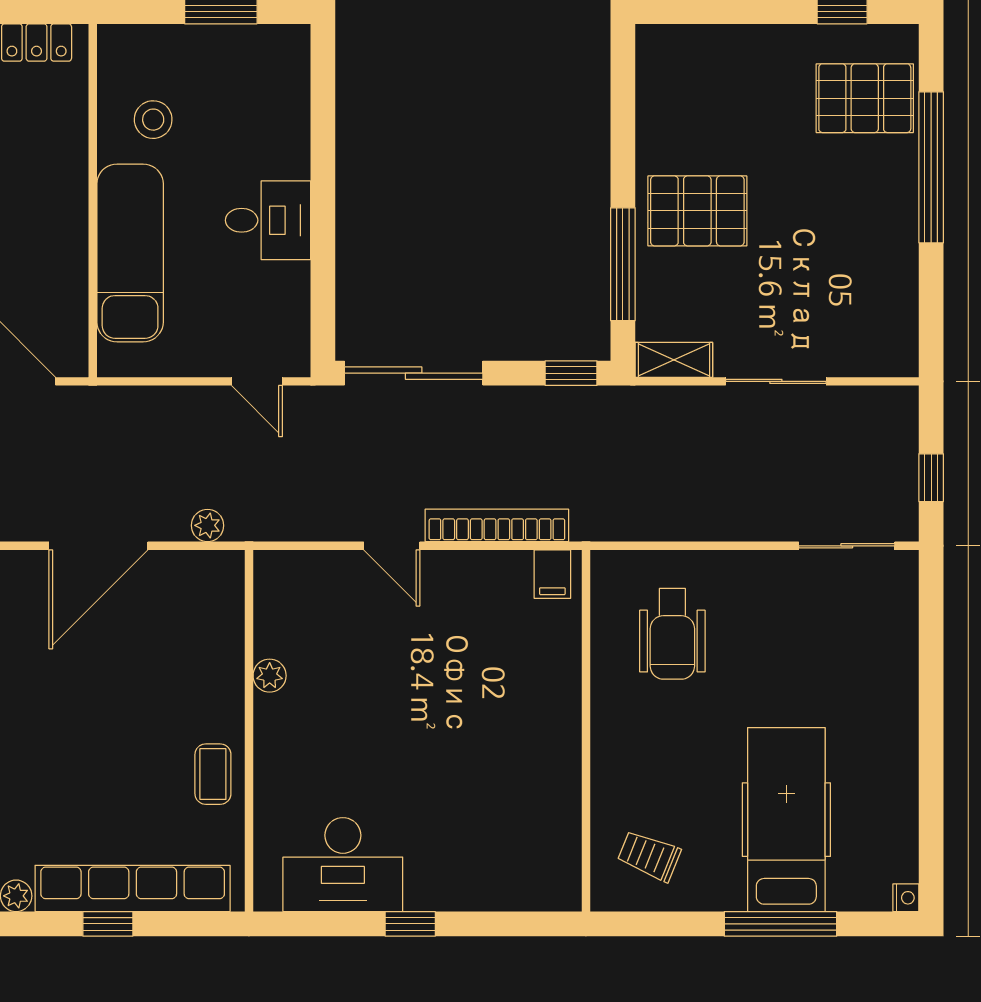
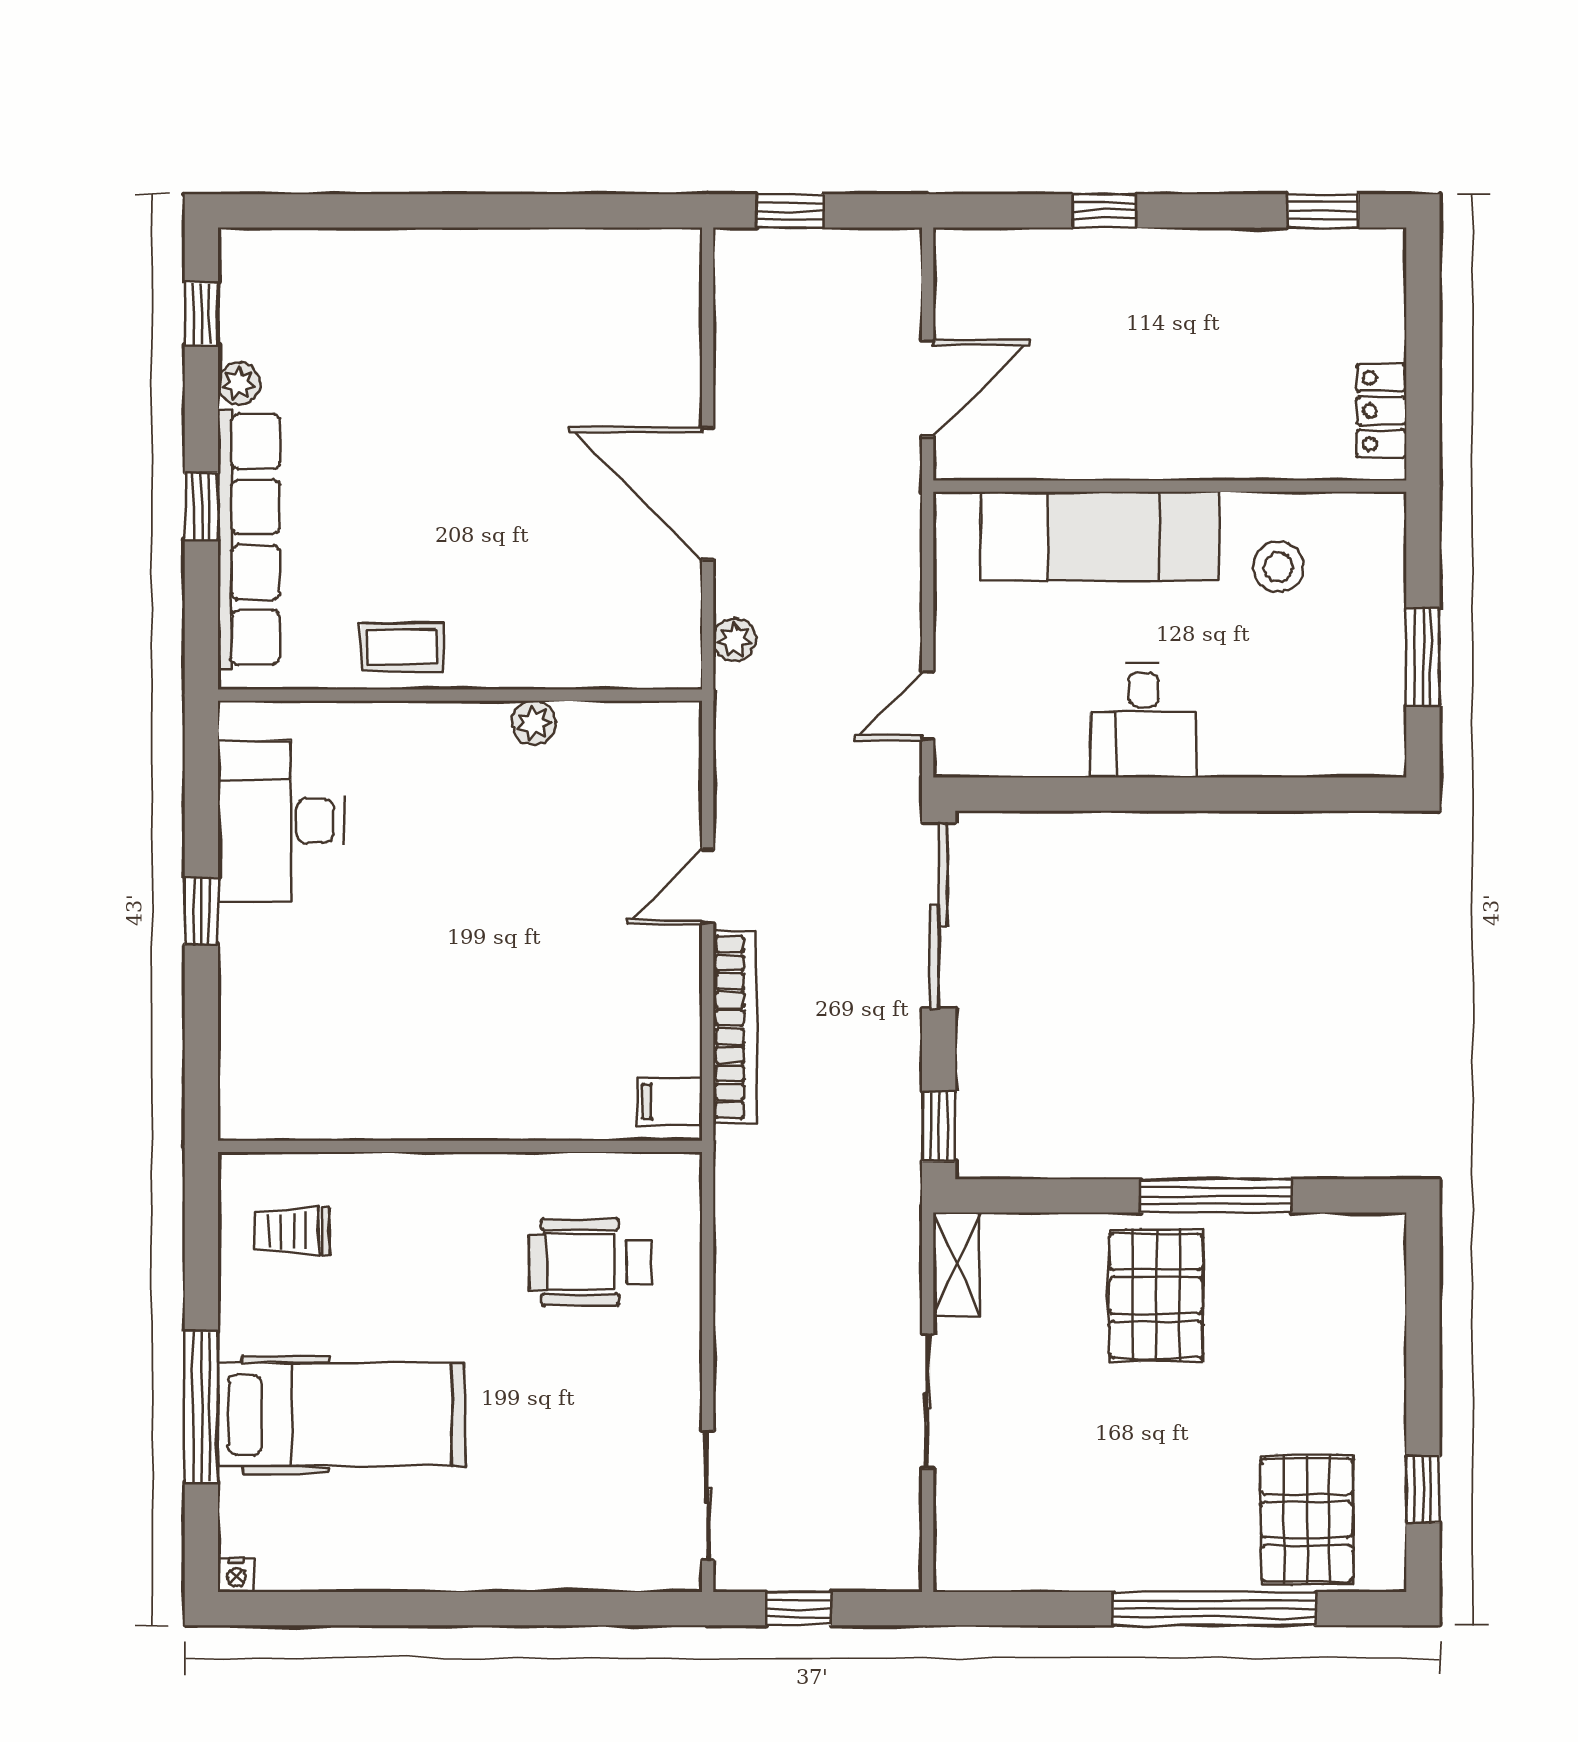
window: (623, 264) -> (1216, 1196), moved
trolley: (649, 856) -> (292, 1231), turned -112

